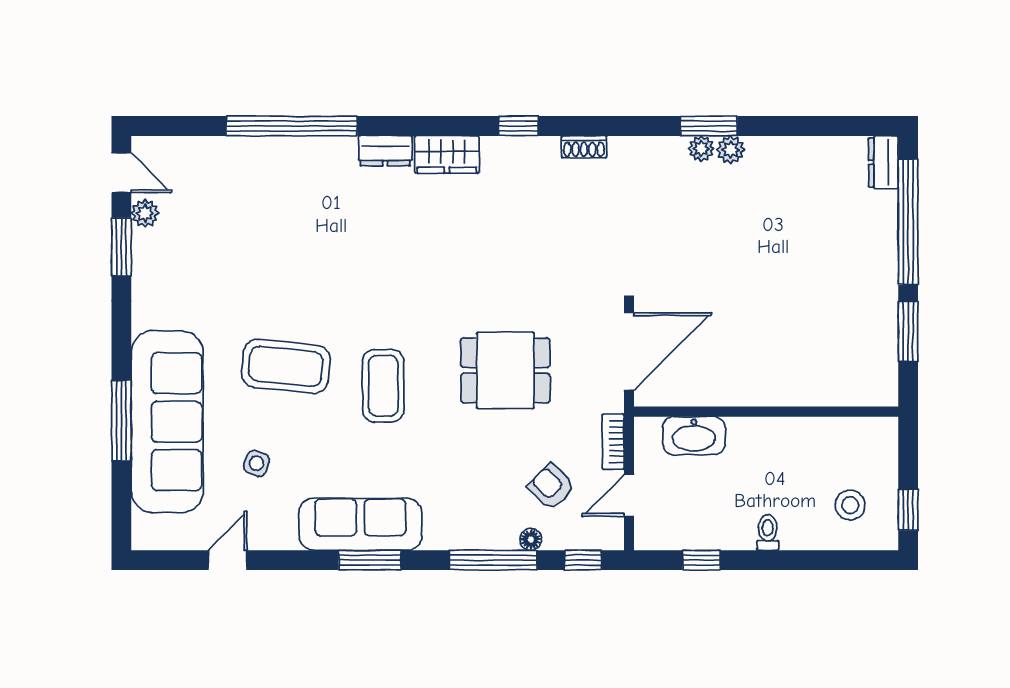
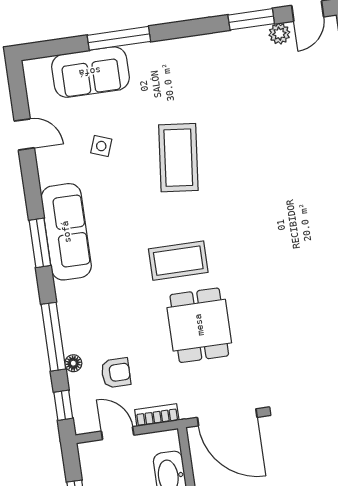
coffee table: (383, 386) -> (178, 261), moved
sofa: (167, 422) -> (90, 72), width x0.54, depth x0.79
armchair: (551, 487) -> (116, 373), turned 46

